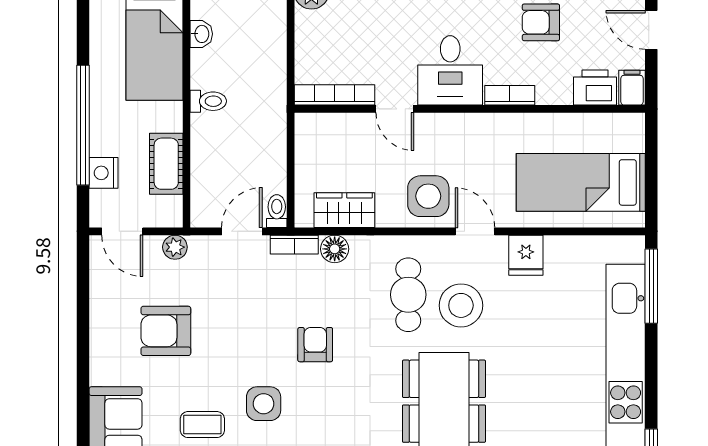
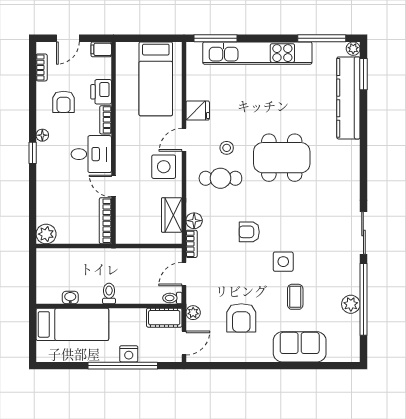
printer: (595, 88) -> (101, 92), moved
door: (395, 109) -> (113, 186), swing flipped
cot: (166, 164) -> (164, 318), moved
nightstand: (103, 173) -> (129, 354), moved
toilet: (277, 211) -> (172, 298), moved
door: (242, 231) -> (184, 274), hinge flipped
stool: (461, 305) -> (227, 148), width x0.53, depth x0.53

